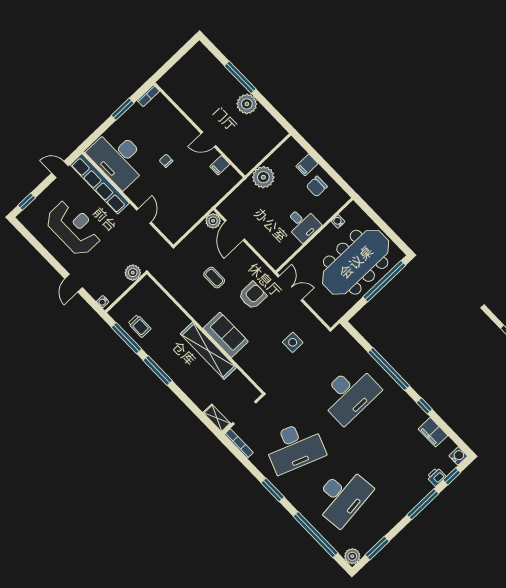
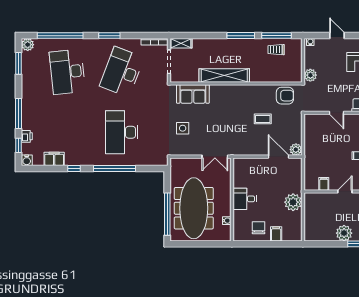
armchair: (253, 296) -> (285, 96), moved, turned -90
sofa: (226, 335) -> (193, 94), moved

